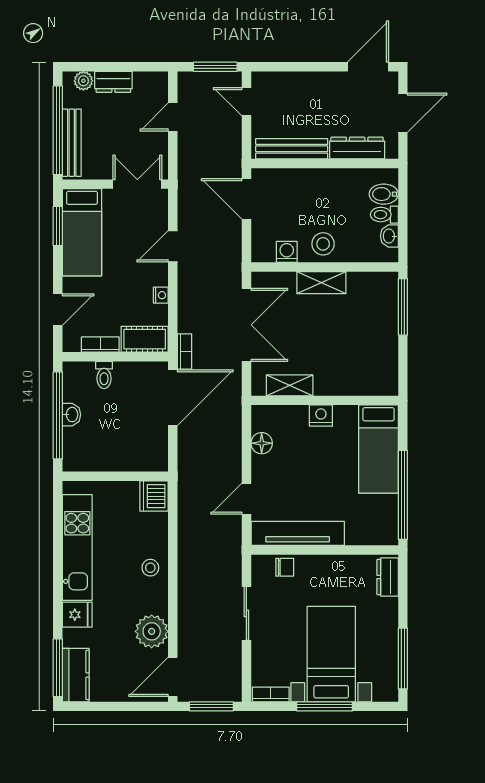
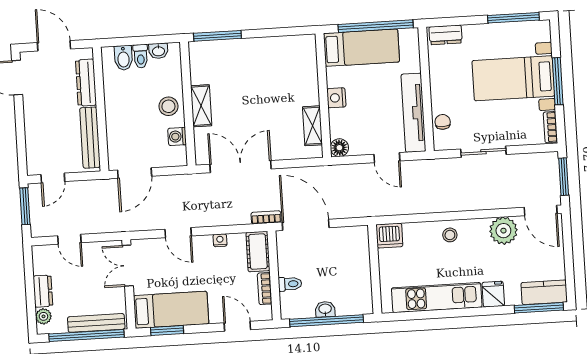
shelving: (290, 385) -> (312, 126), moved
wall: (325, 400) -> (323, 95), moved
nightstand: (321, 416) -> (336, 98), moved
bed: (378, 449) -> (362, 48), moved

